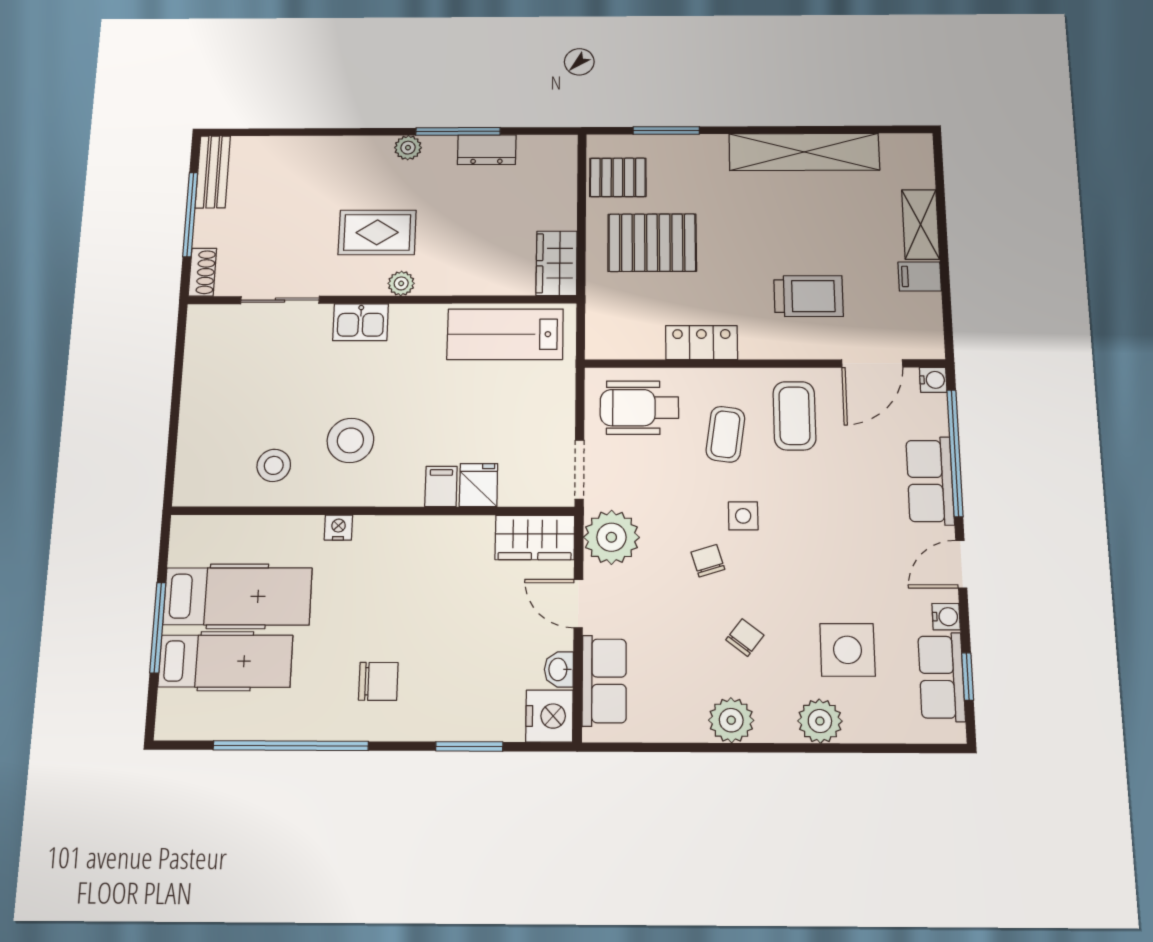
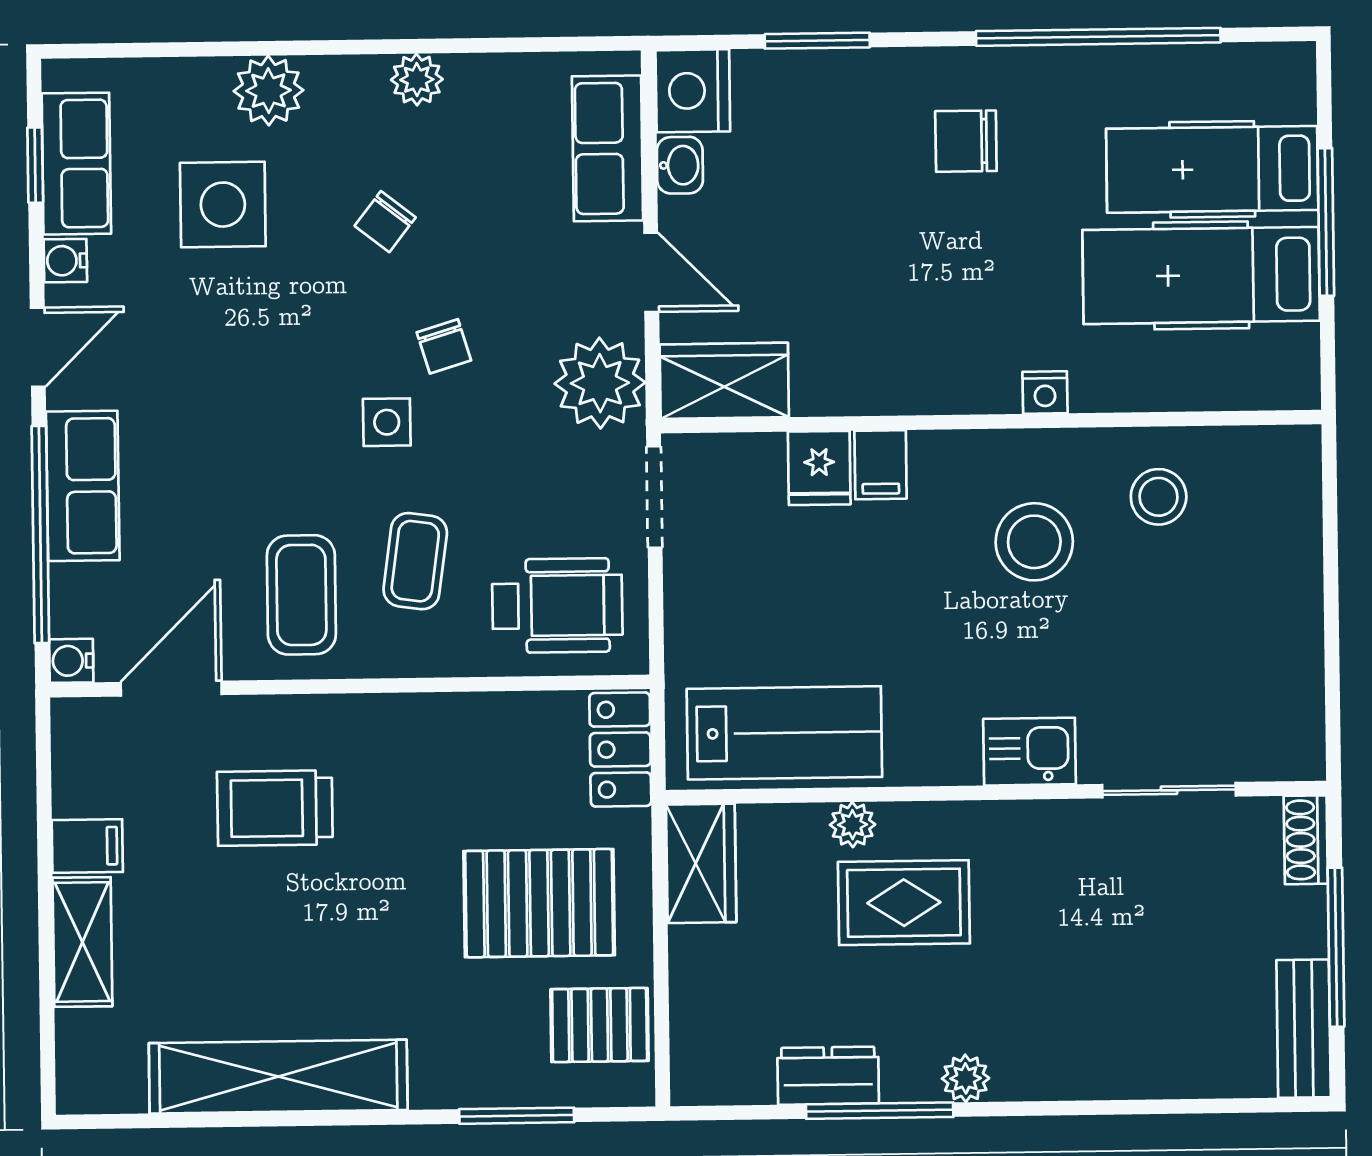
rug: (377, 232) -> (904, 903), moved
plant: (401, 283) -> (853, 825), moved
locker: (701, 343) -> (620, 749), moved, turned 90
plant: (731, 720) -> (417, 80), width x0.73, depth x0.73

